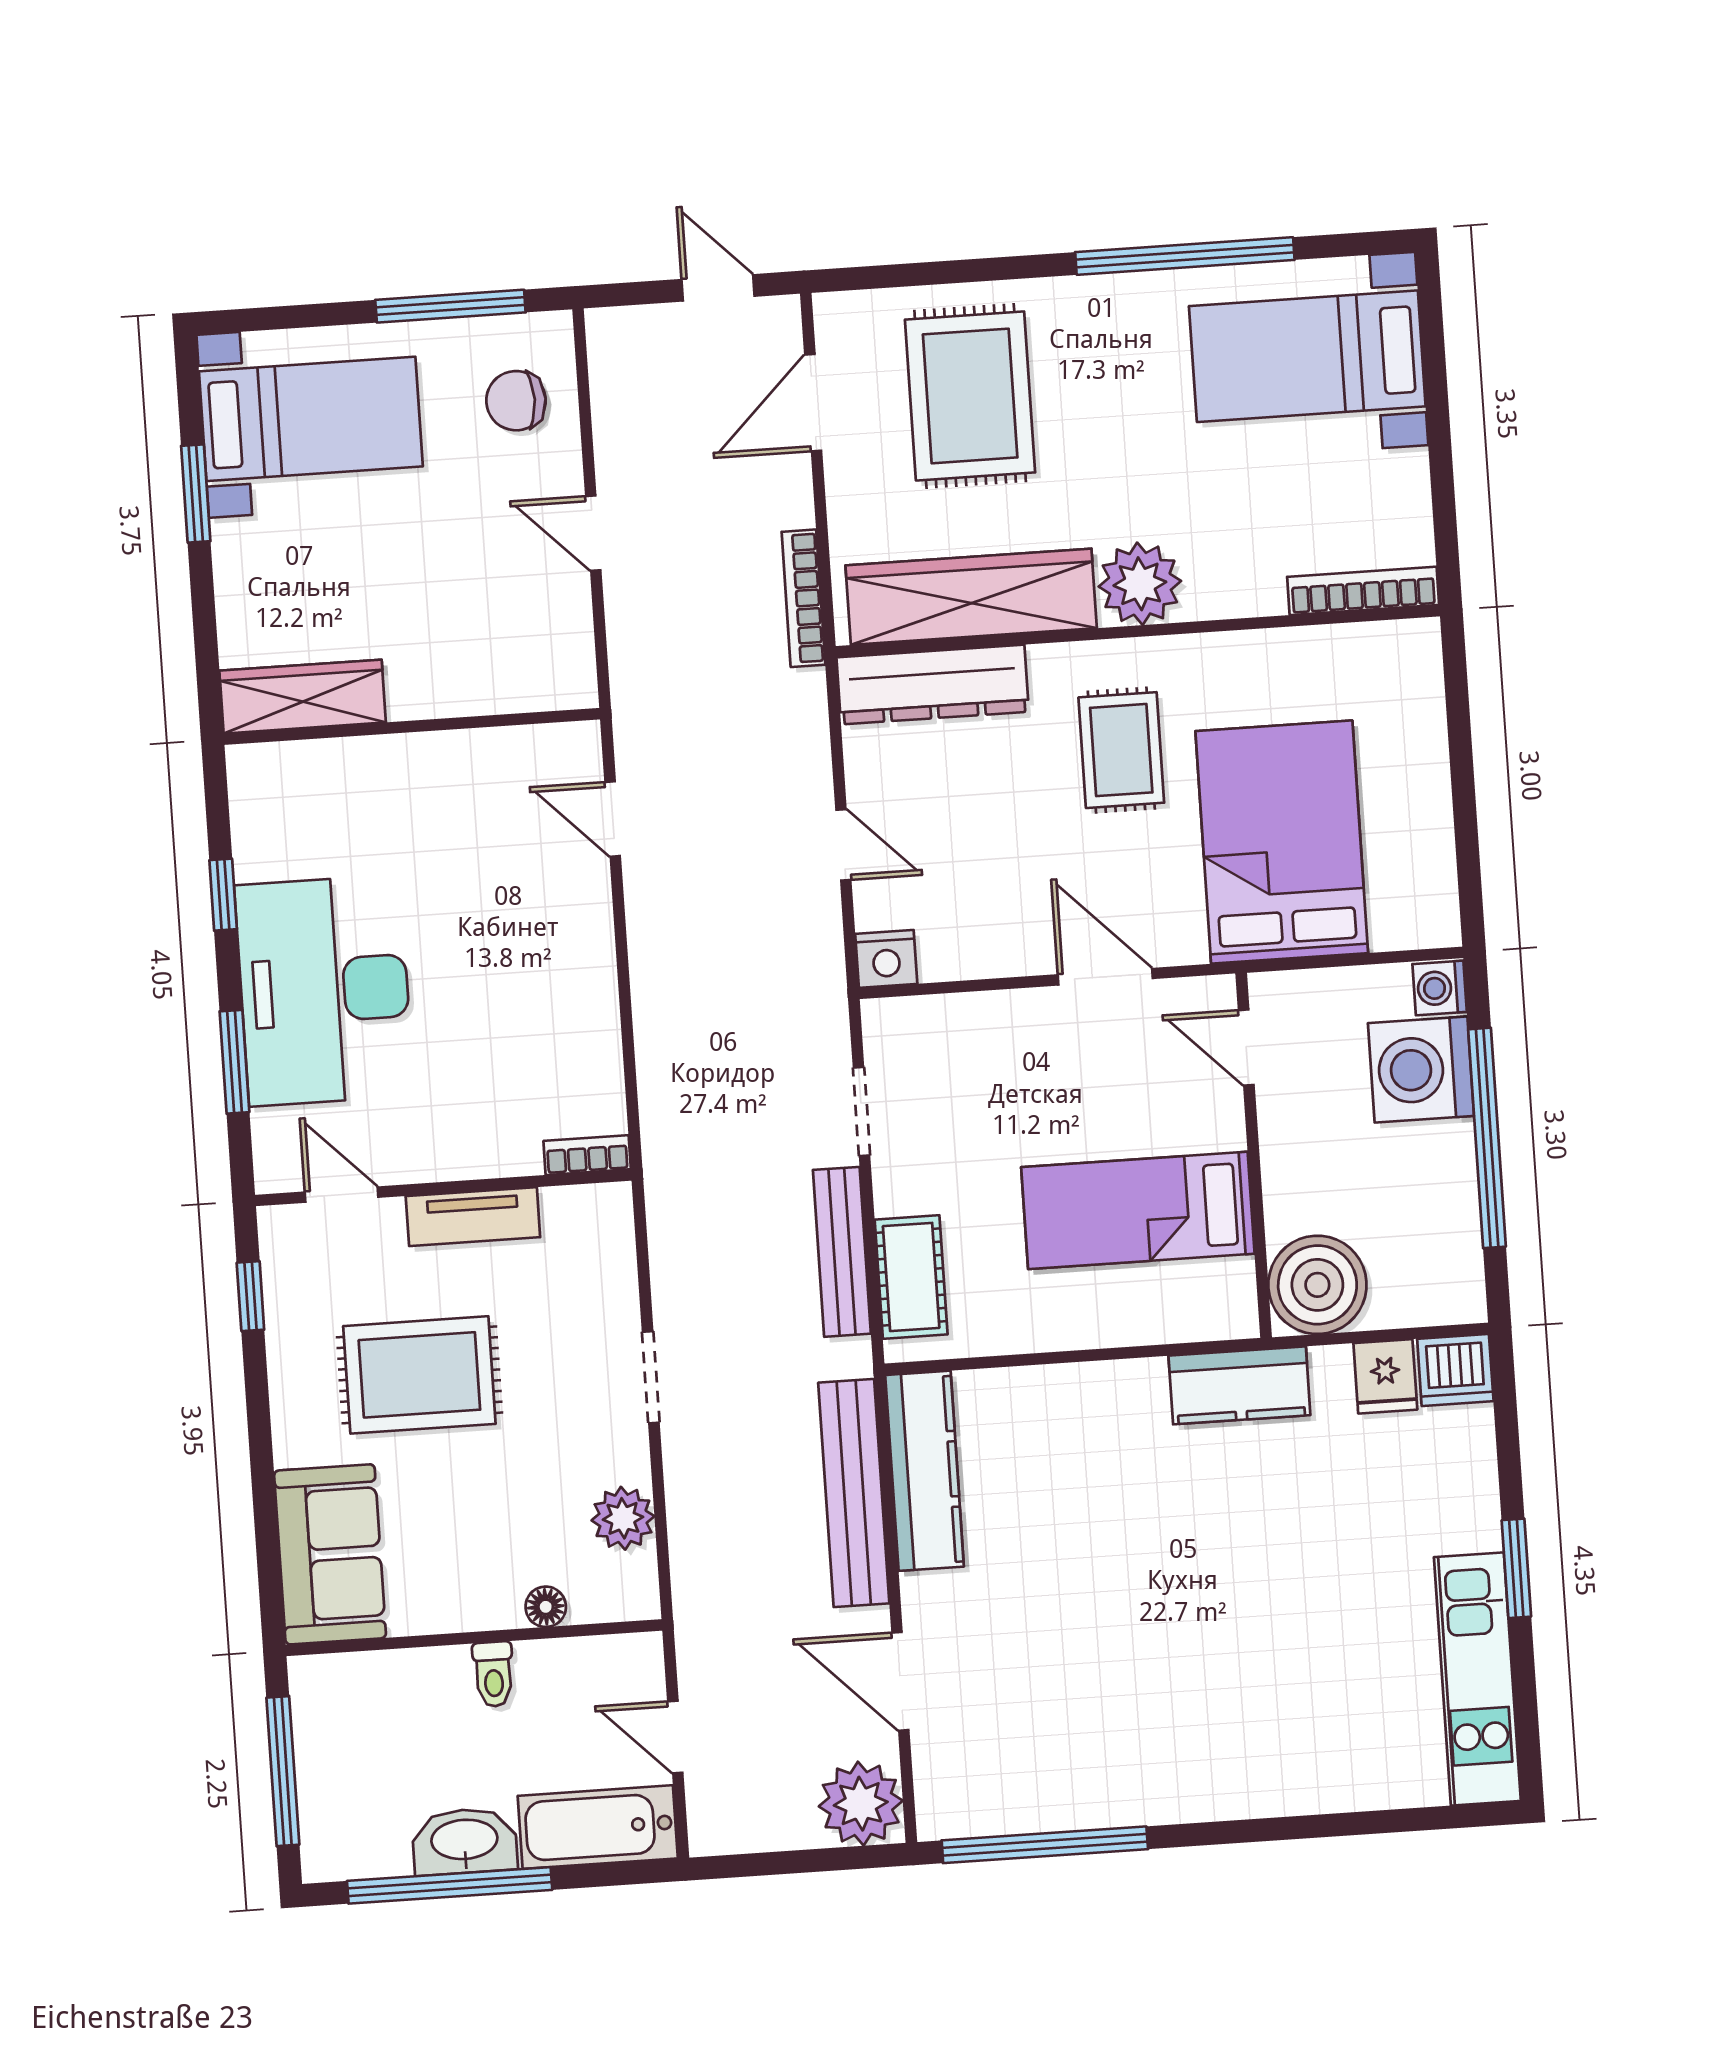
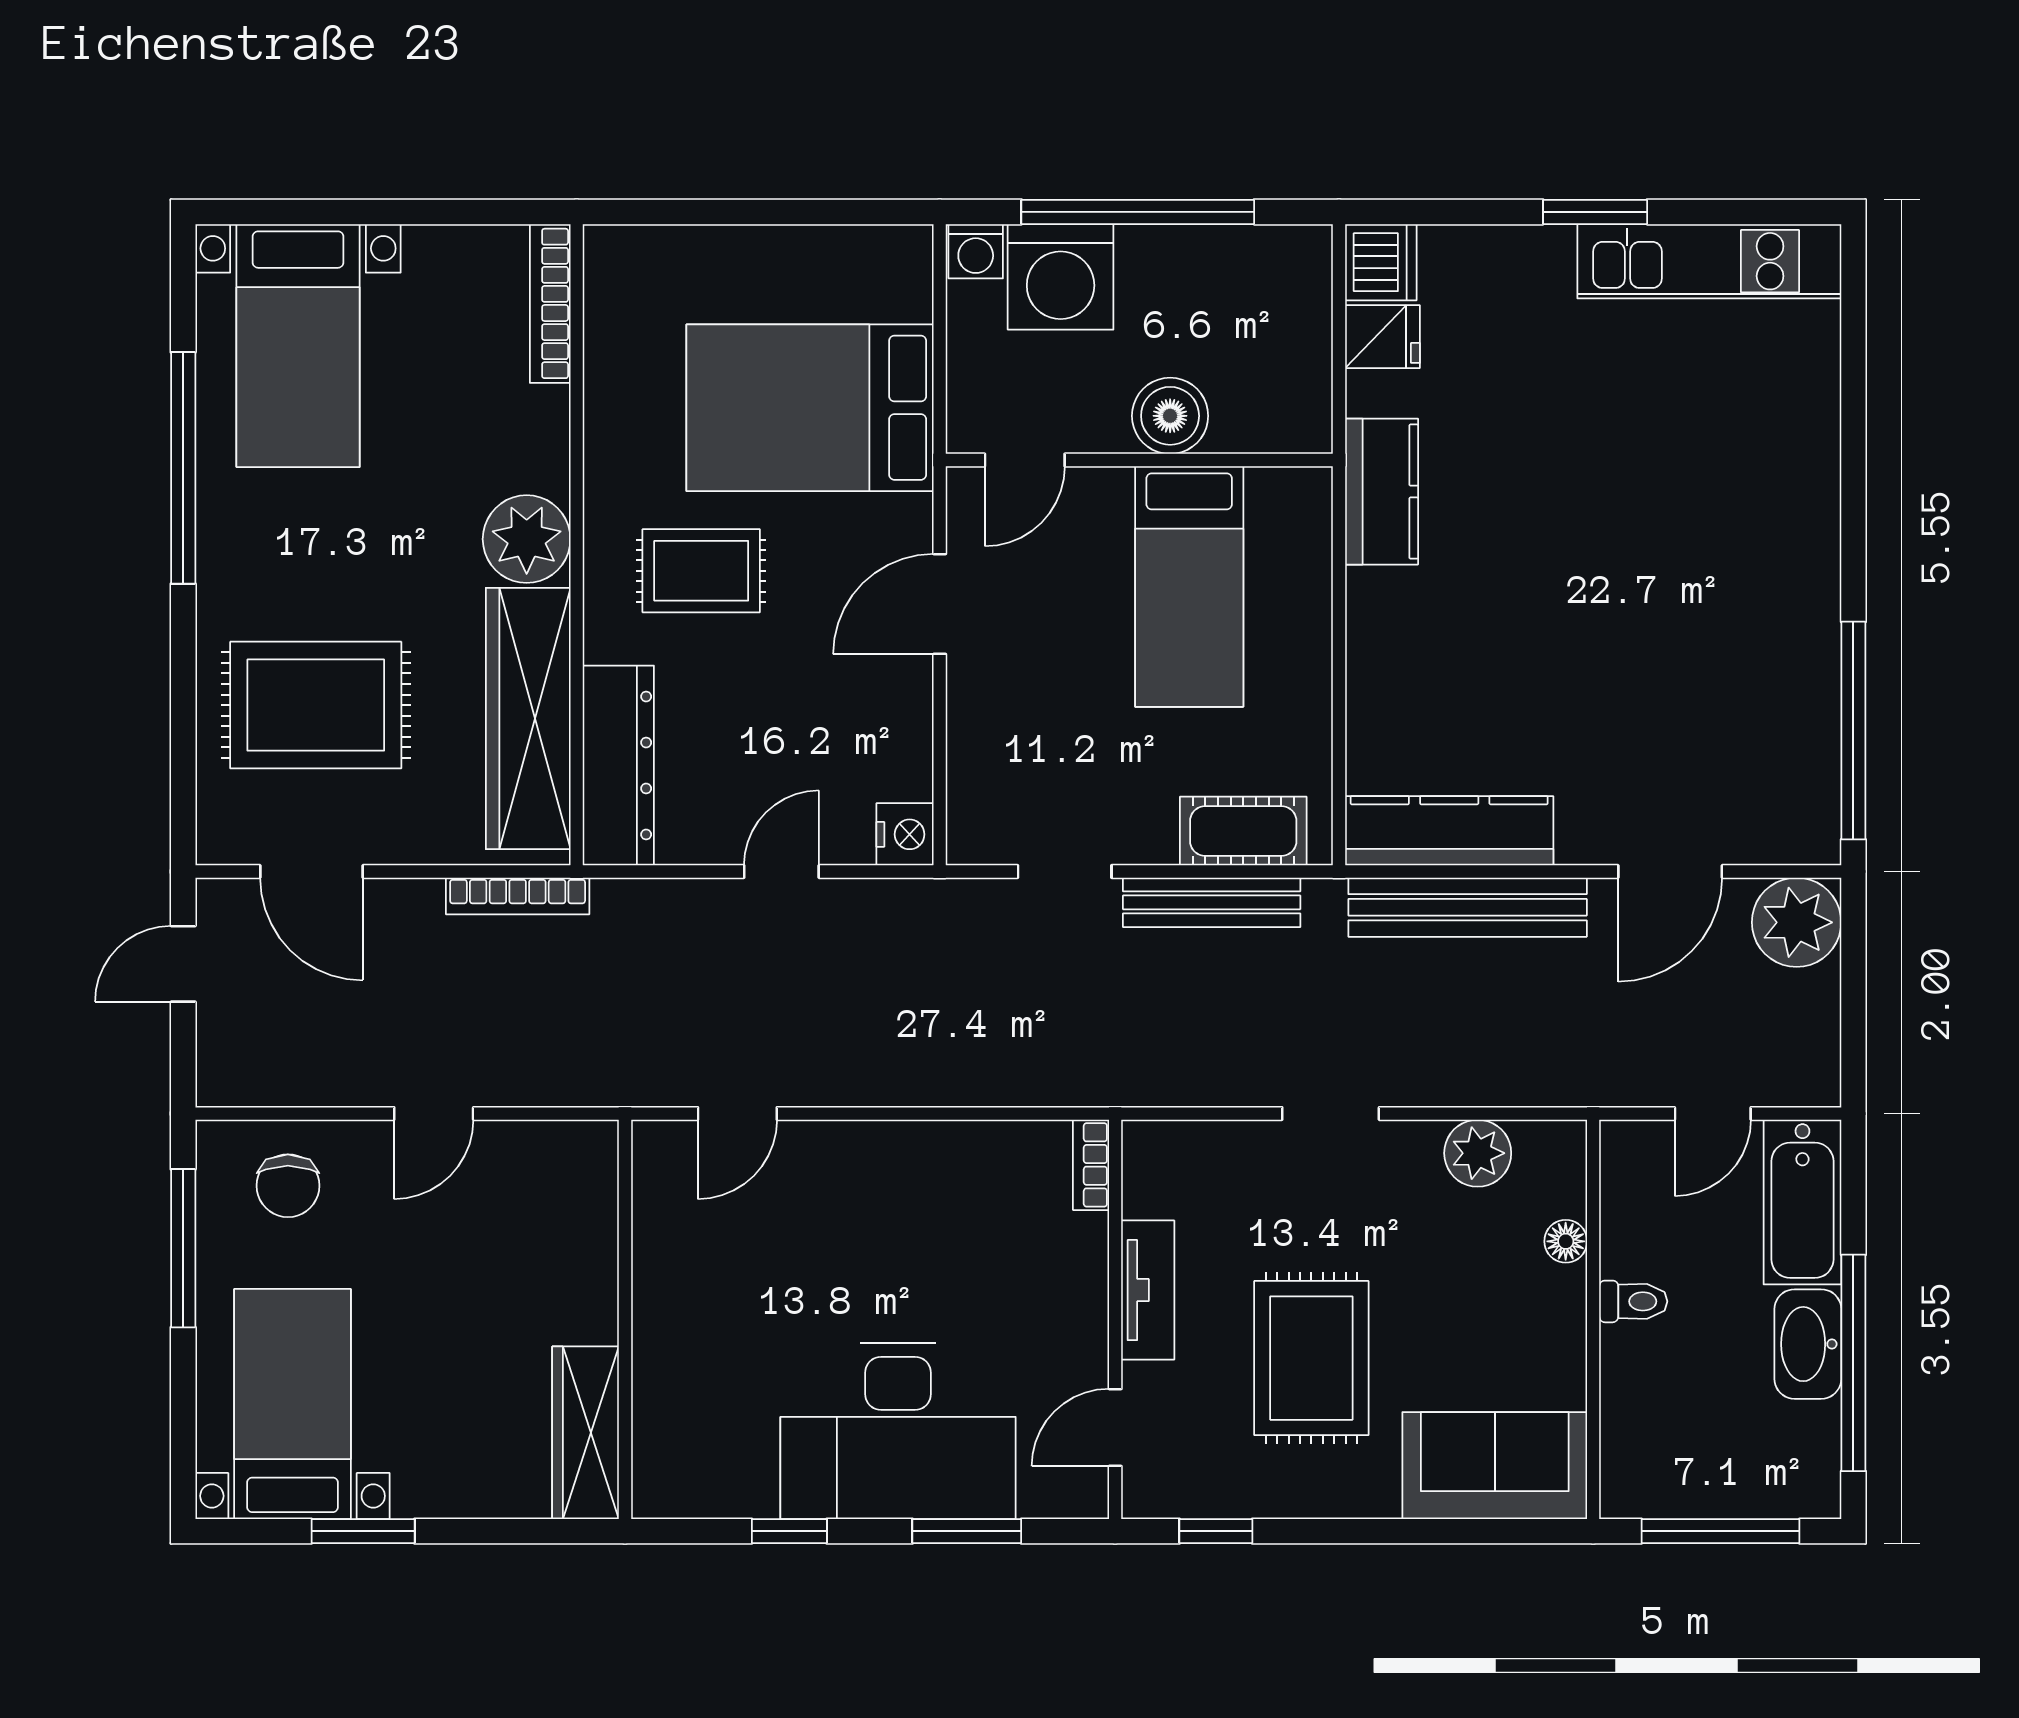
boiler: (1317, 1285) -> (1170, 416), moved, width x0.73, depth x0.73

